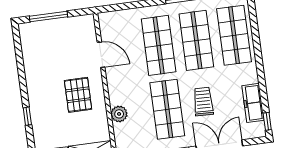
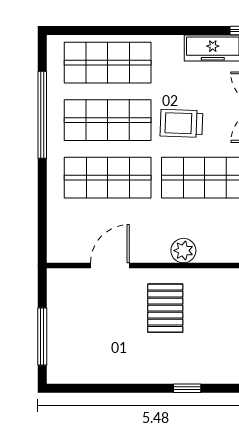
pallet: (78, 95) -> (165, 308), turned 90
trolley: (203, 102) -> (181, 123), moved
plant: (119, 114) -> (183, 251), moved

